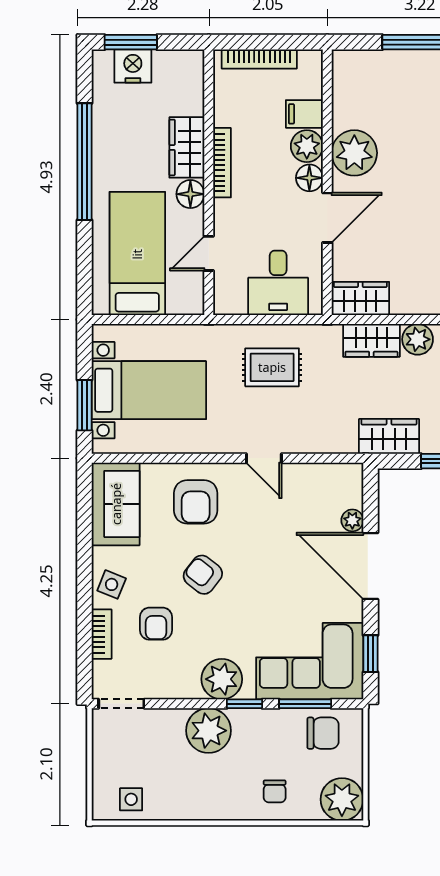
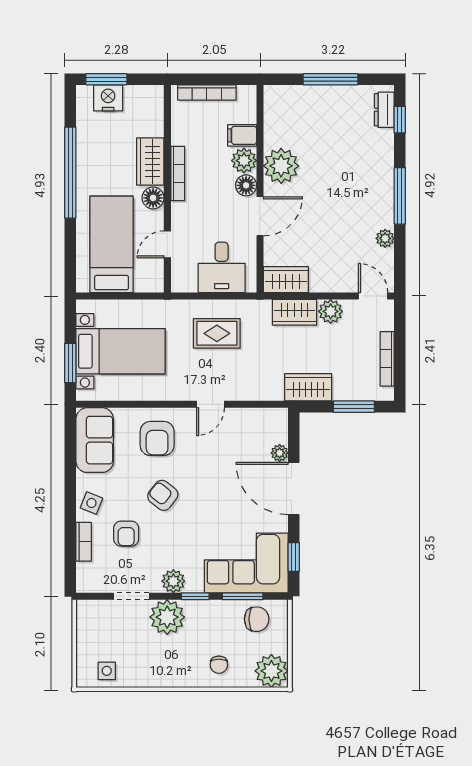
door: (264, 458) -> (210, 404), hinge flipped
plant: (222, 679) -> (173, 581), width x0.73, depth x0.73
doorway: (121, 704) -> (131, 596), moved

